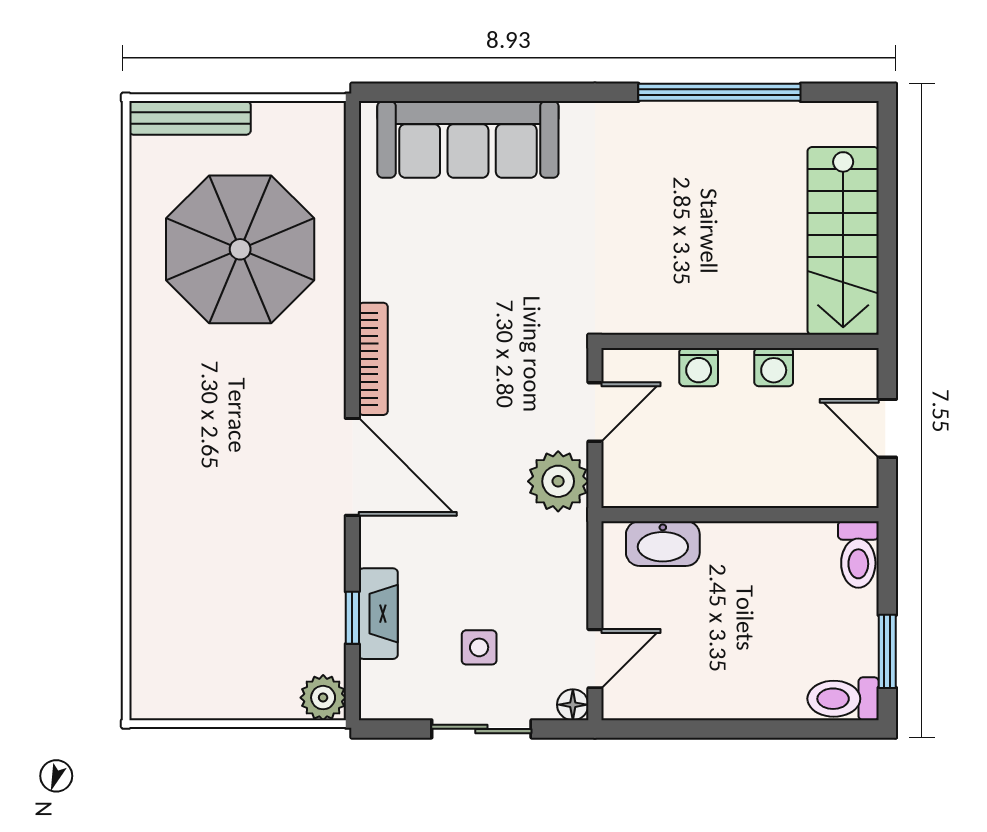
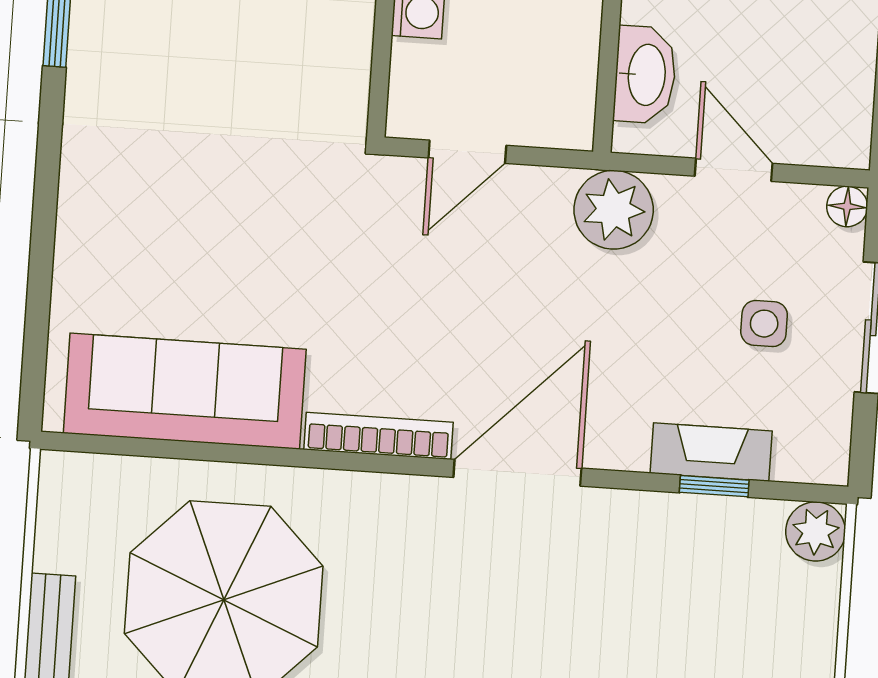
sofa: (468, 139) -> (185, 391), moved, turned -90
door: (595, 412) -> (467, 152), swing flipped
plant: (558, 481) -> (614, 210), moved
door: (595, 659) -> (734, 170), moved

